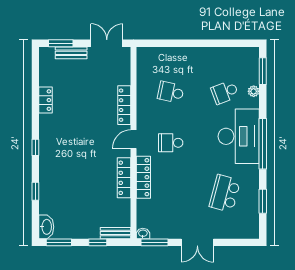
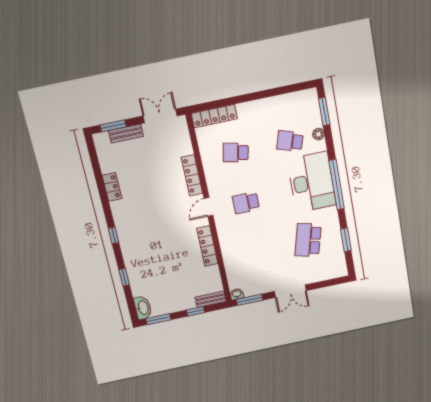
school desk: (225, 92) -> (290, 141), turned 39
locker: (143, 177) -> (214, 116), moved, turned 90

